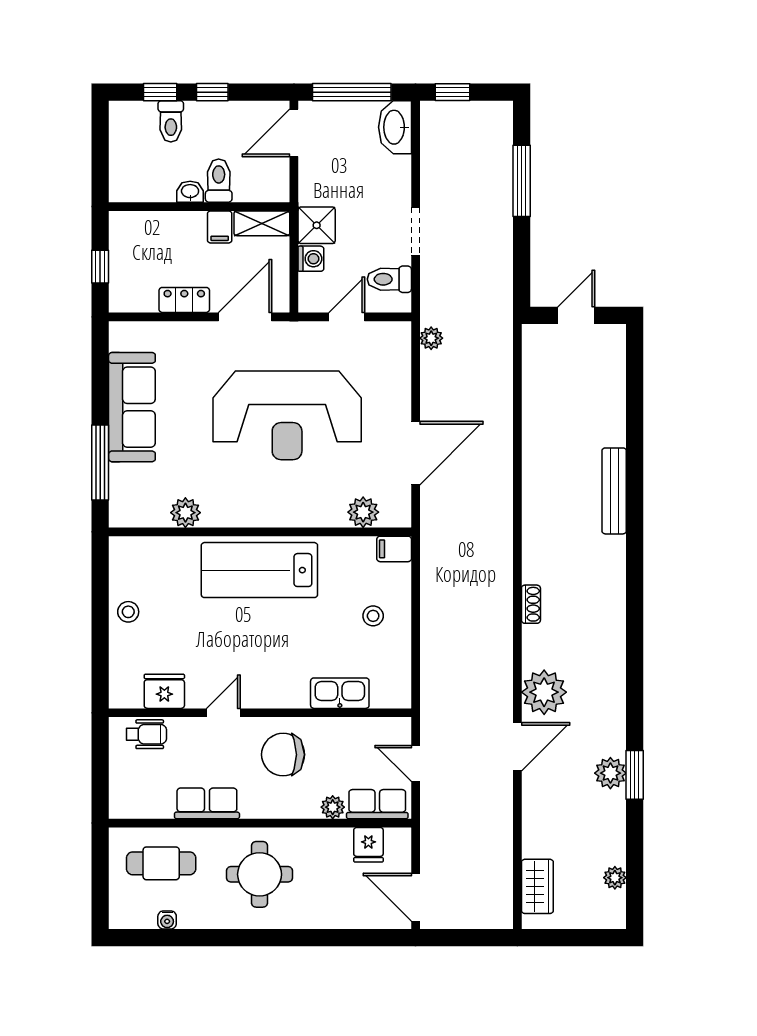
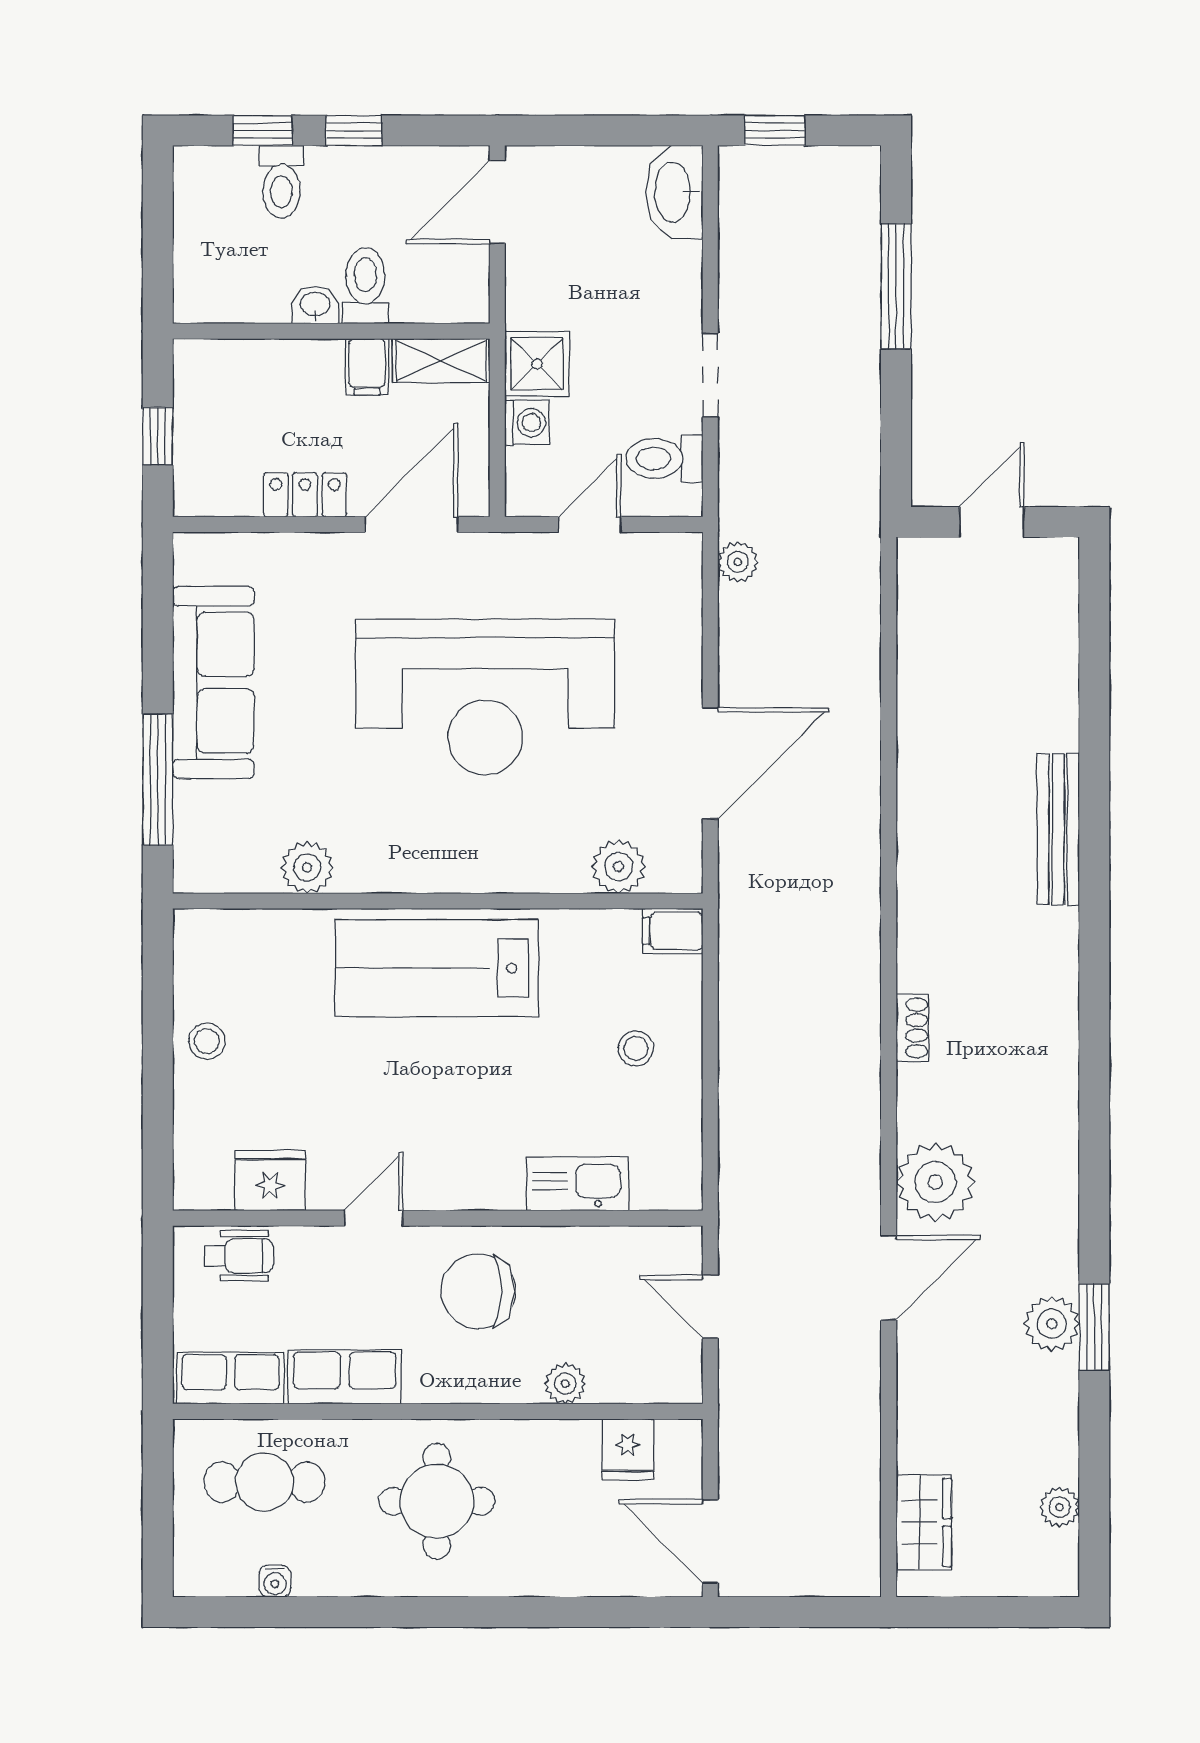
window: (352, 92) -> (598, 130), removed
row of seats: (377, 804) -> (230, 1378), moved

